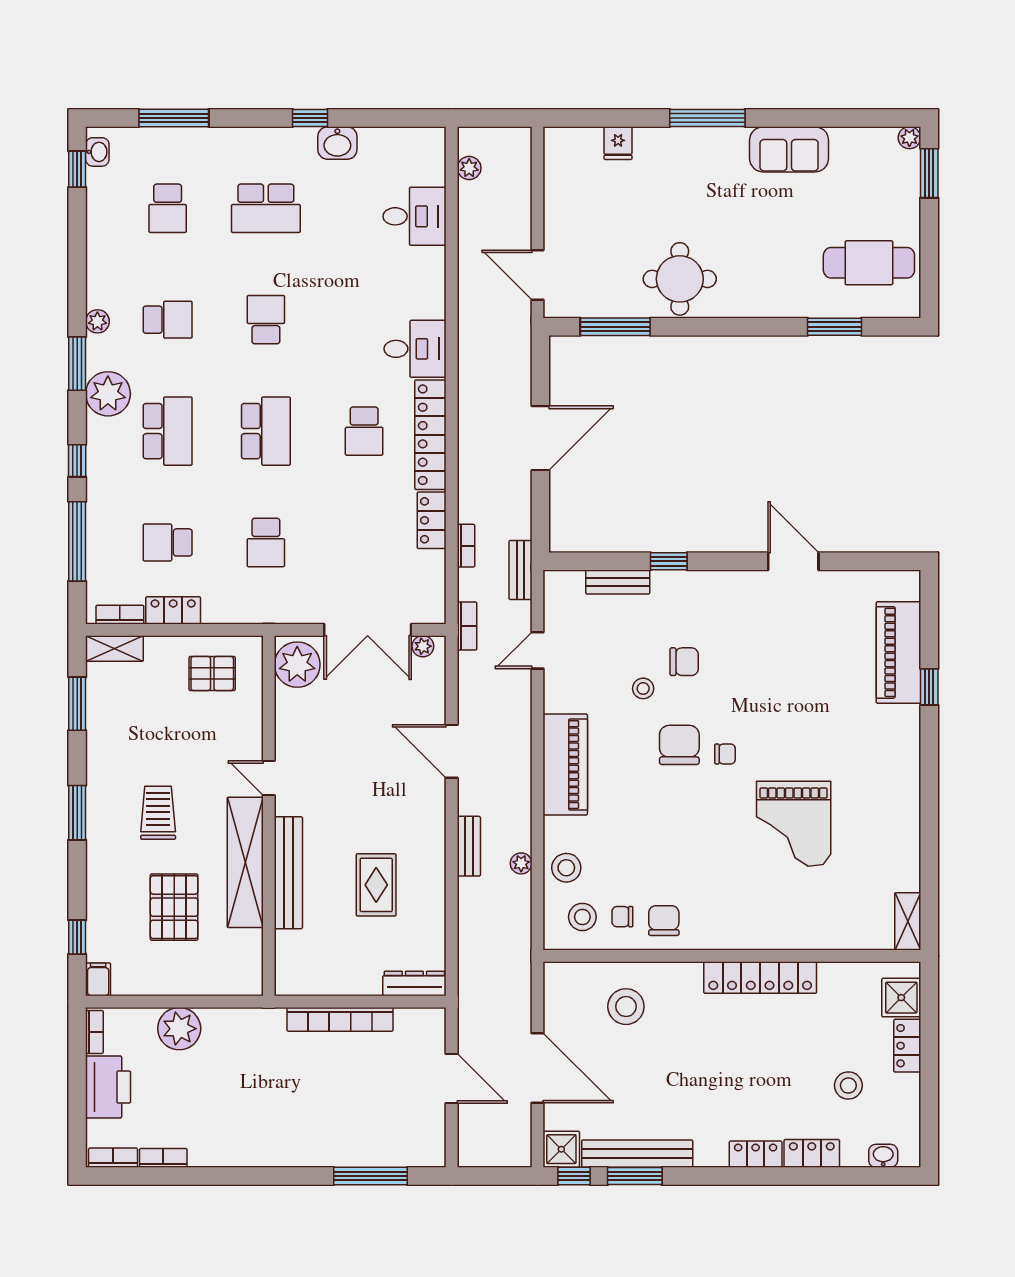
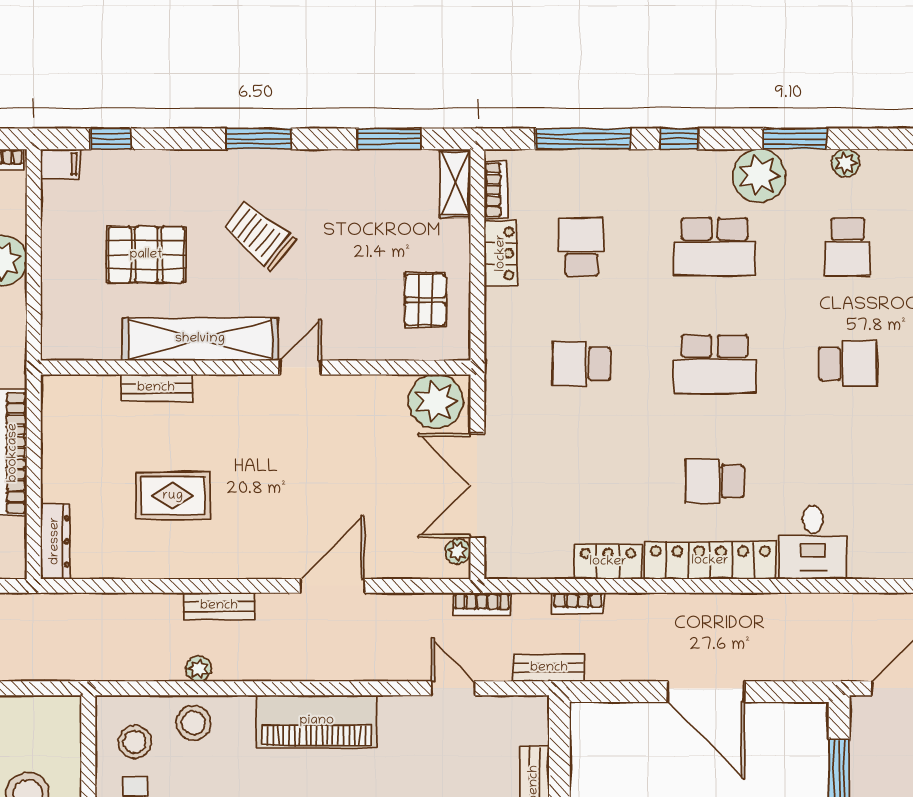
trolley: (158, 813) -> (259, 235), turned -141
bench: (288, 873) -> (156, 388), width x0.54, depth x0.82

